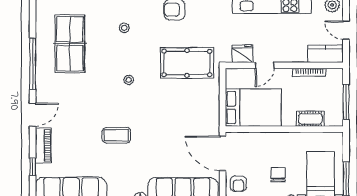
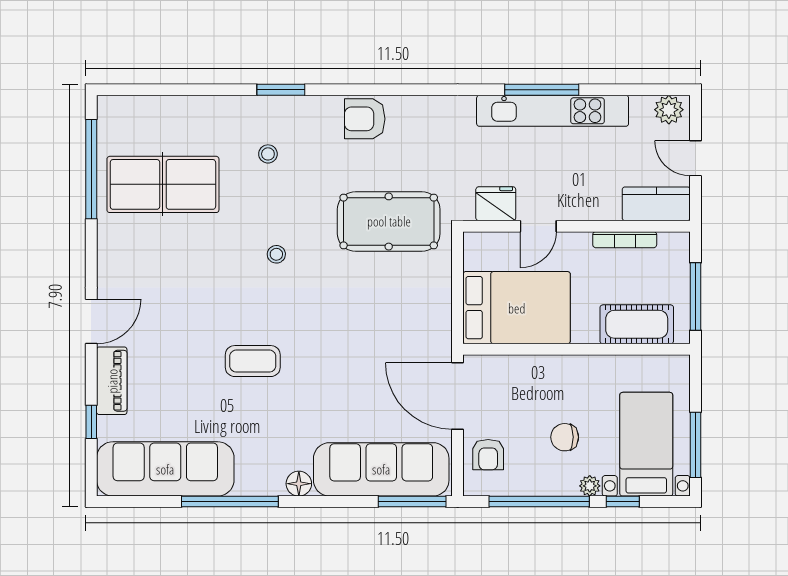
table tennis table: (70, 44) -> (163, 184), turned 90
window: (33, 64) -> (91, 169), moved
cot: (310, 119) -> (637, 324), width x1.37, depth x1.34
chair: (278, 175) -> (565, 437), turned -90

